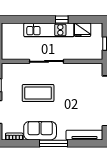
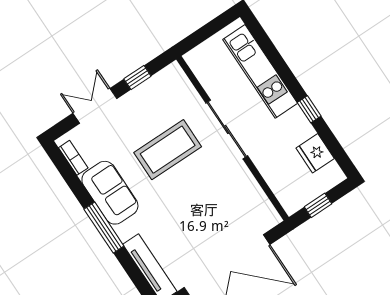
kitchen unit: (49, 30) -> (260, 71), moved
coffee table: (38, 93) -> (168, 150), turned 90

